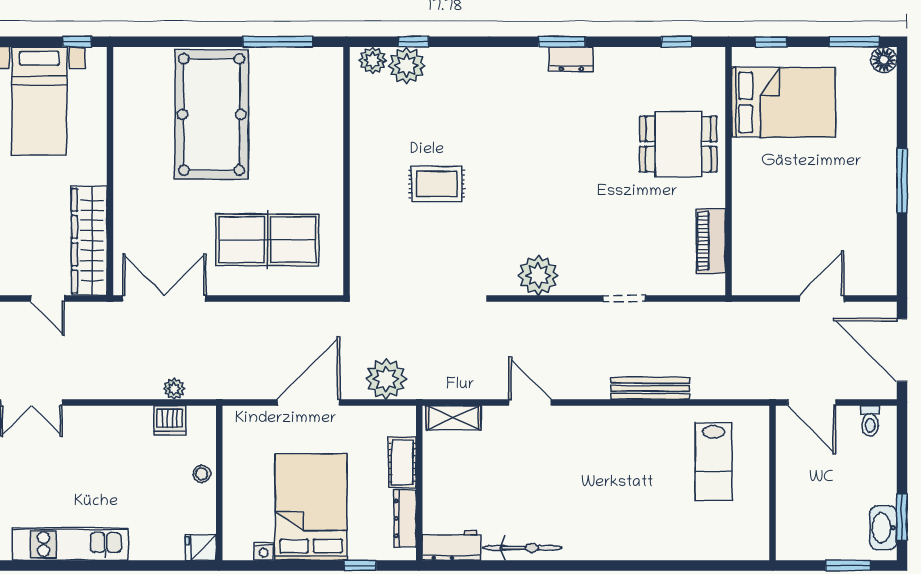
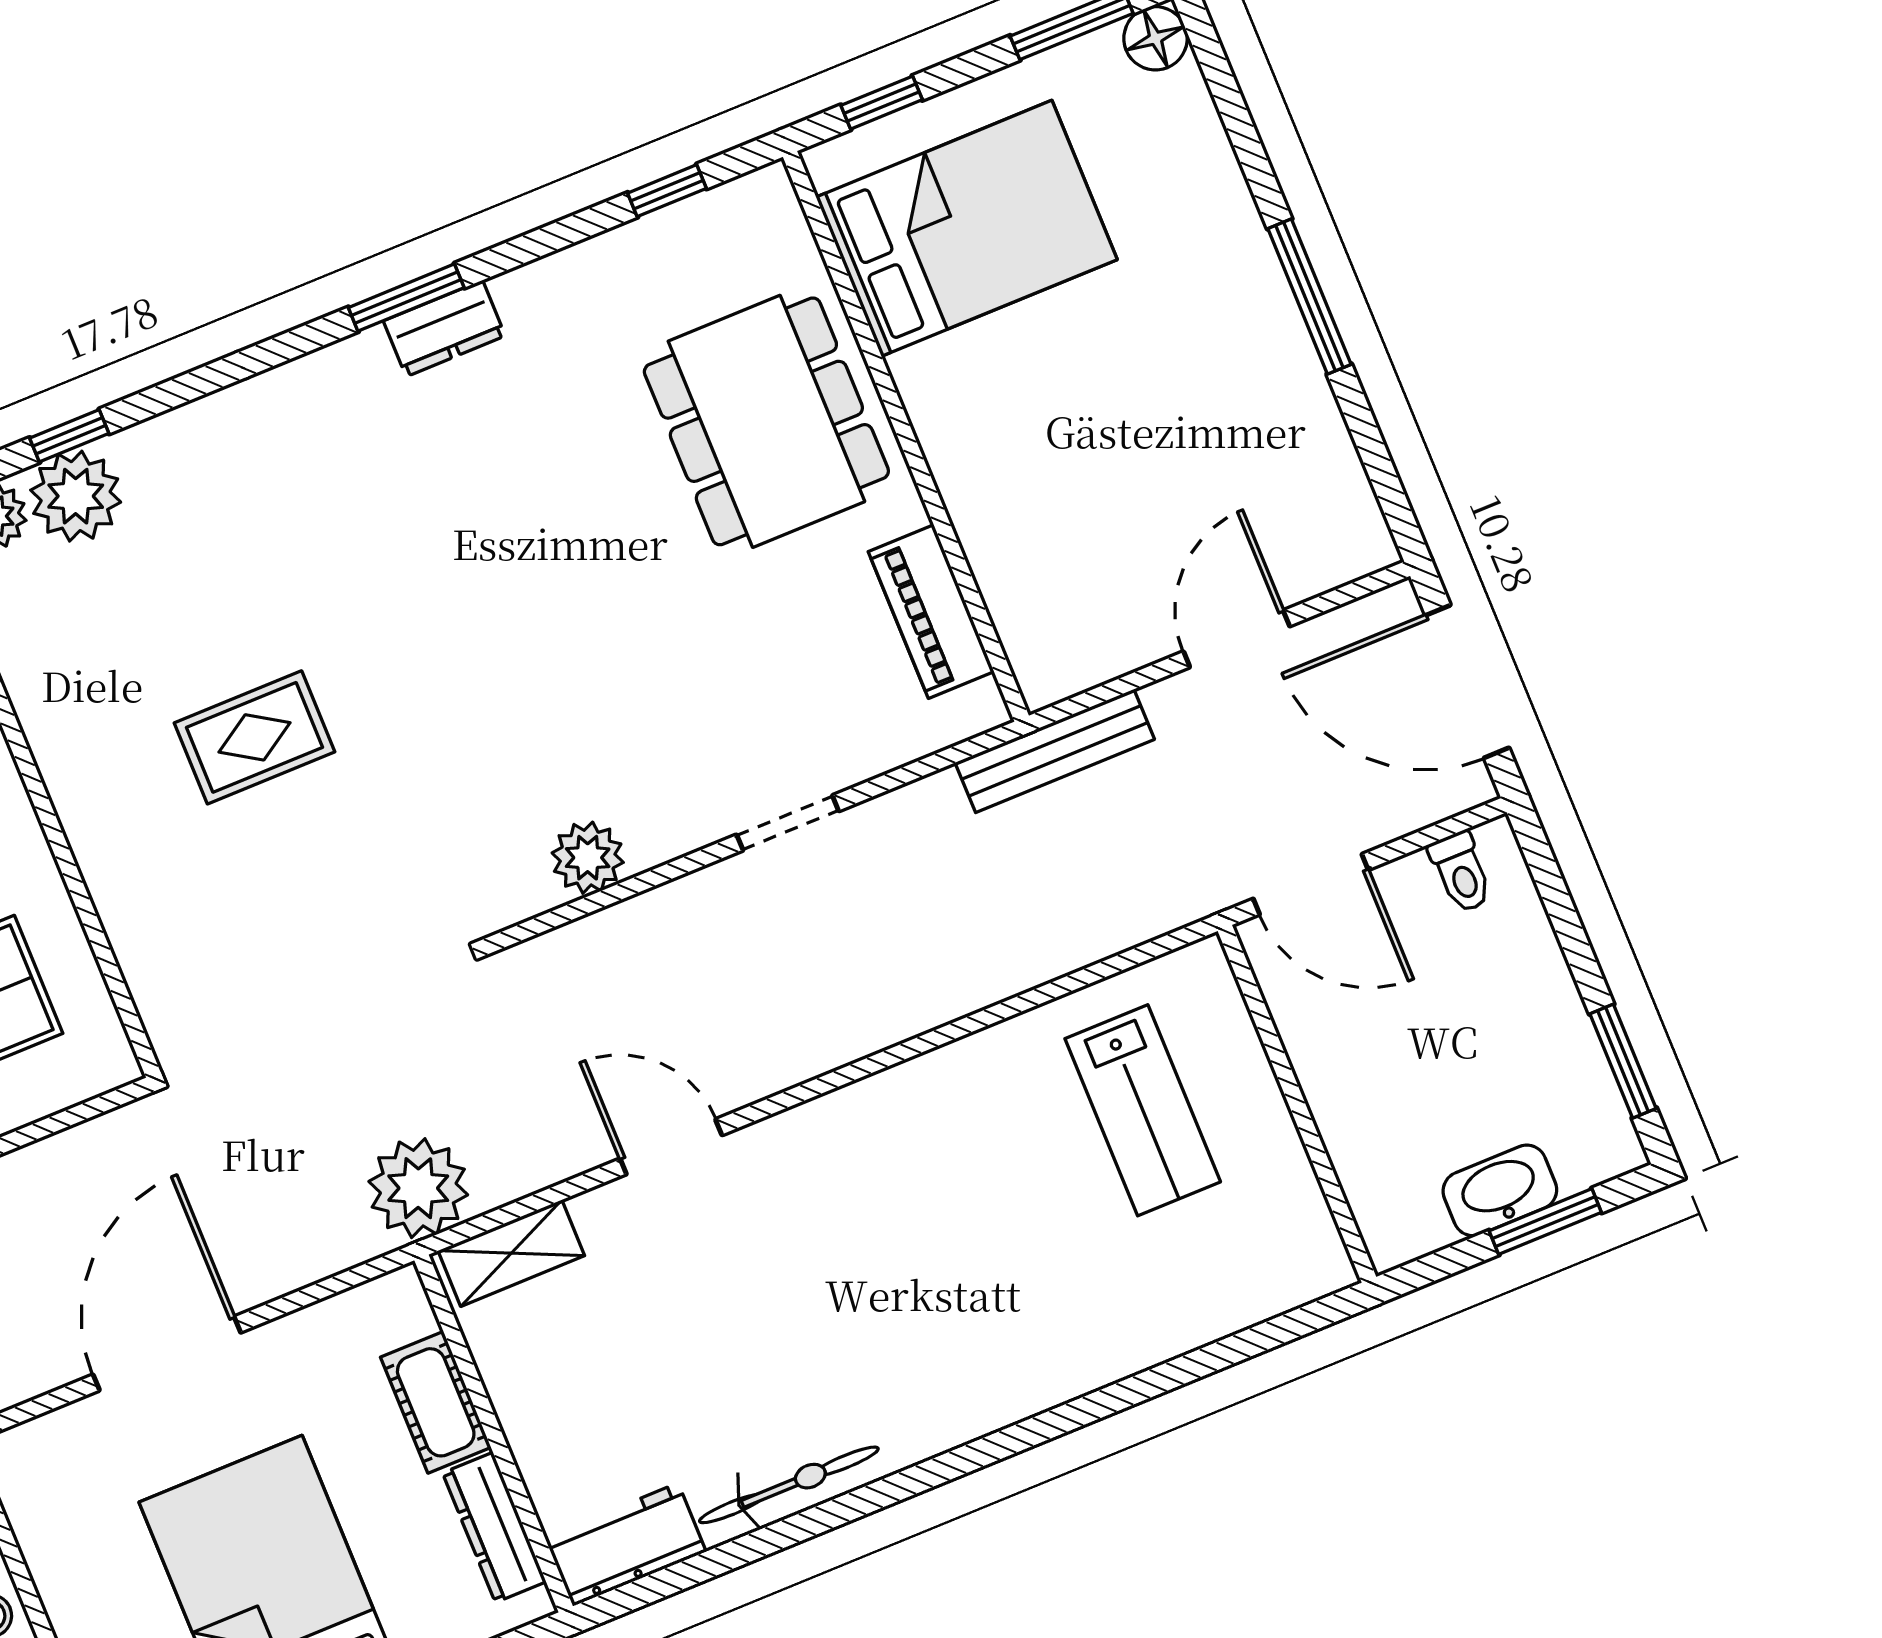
dining table: (678, 144) -> (766, 421), width x1.37
plant: (538, 275) -> (588, 858), width x0.73, depth x0.73
plant: (386, 379) -> (418, 1188), moved
bench: (650, 388) -> (1055, 751), moved
washbasin: (883, 528) -> (1500, 1190), moved, turned 90

